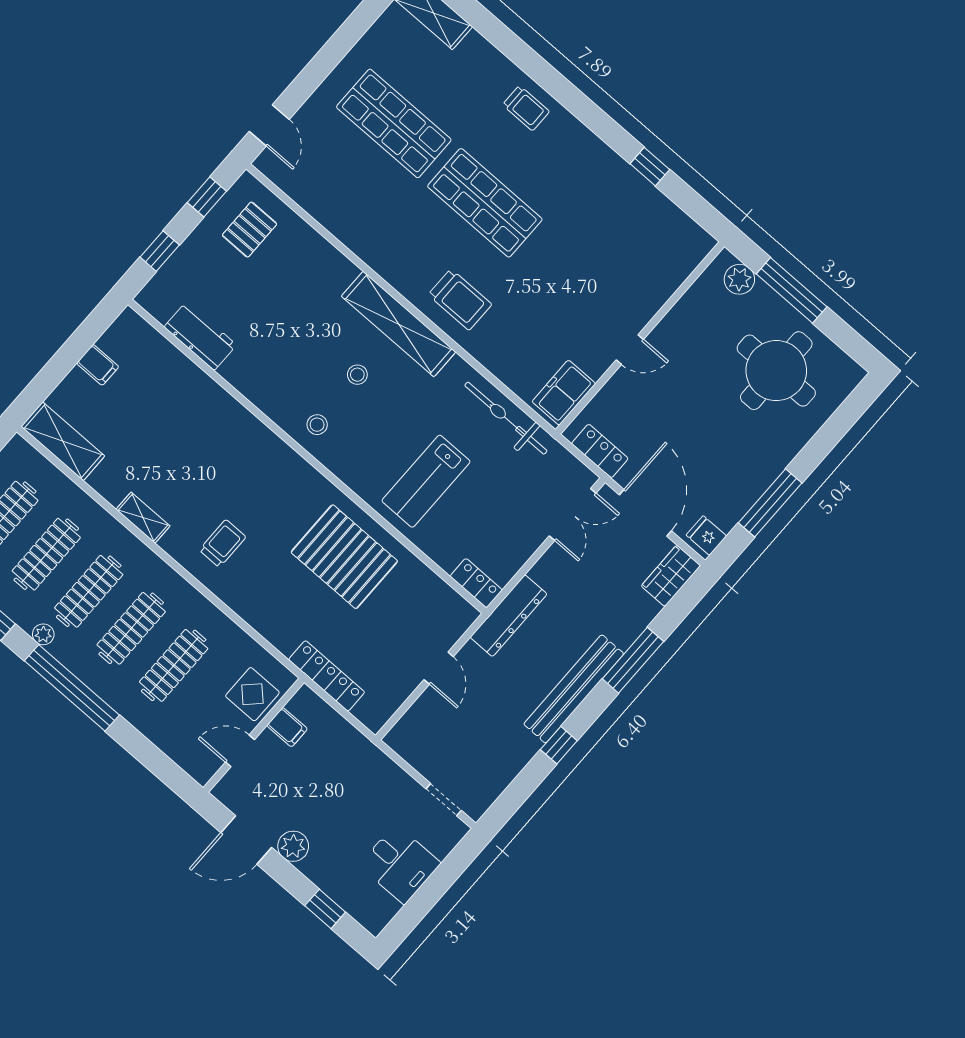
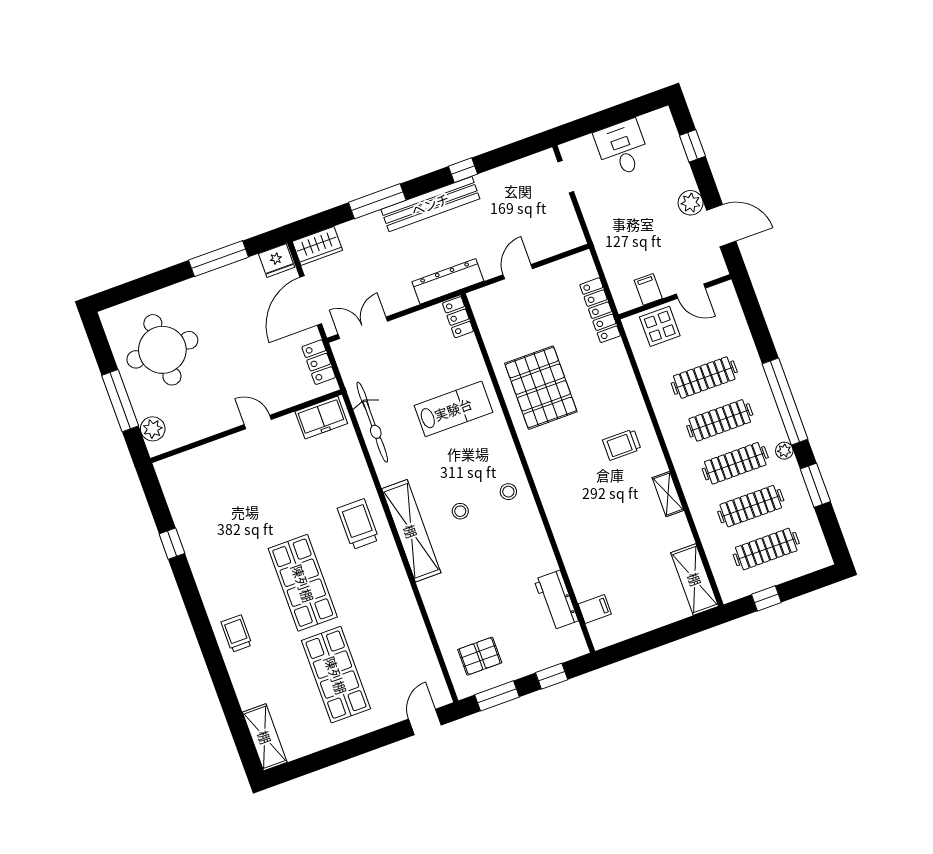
window: (207, 197) -> (497, 696), width x1.50
filing cabinet: (98, 365) -> (595, 609), moved, turned 90
fridge: (706, 536) -> (277, 261), width x1.38

